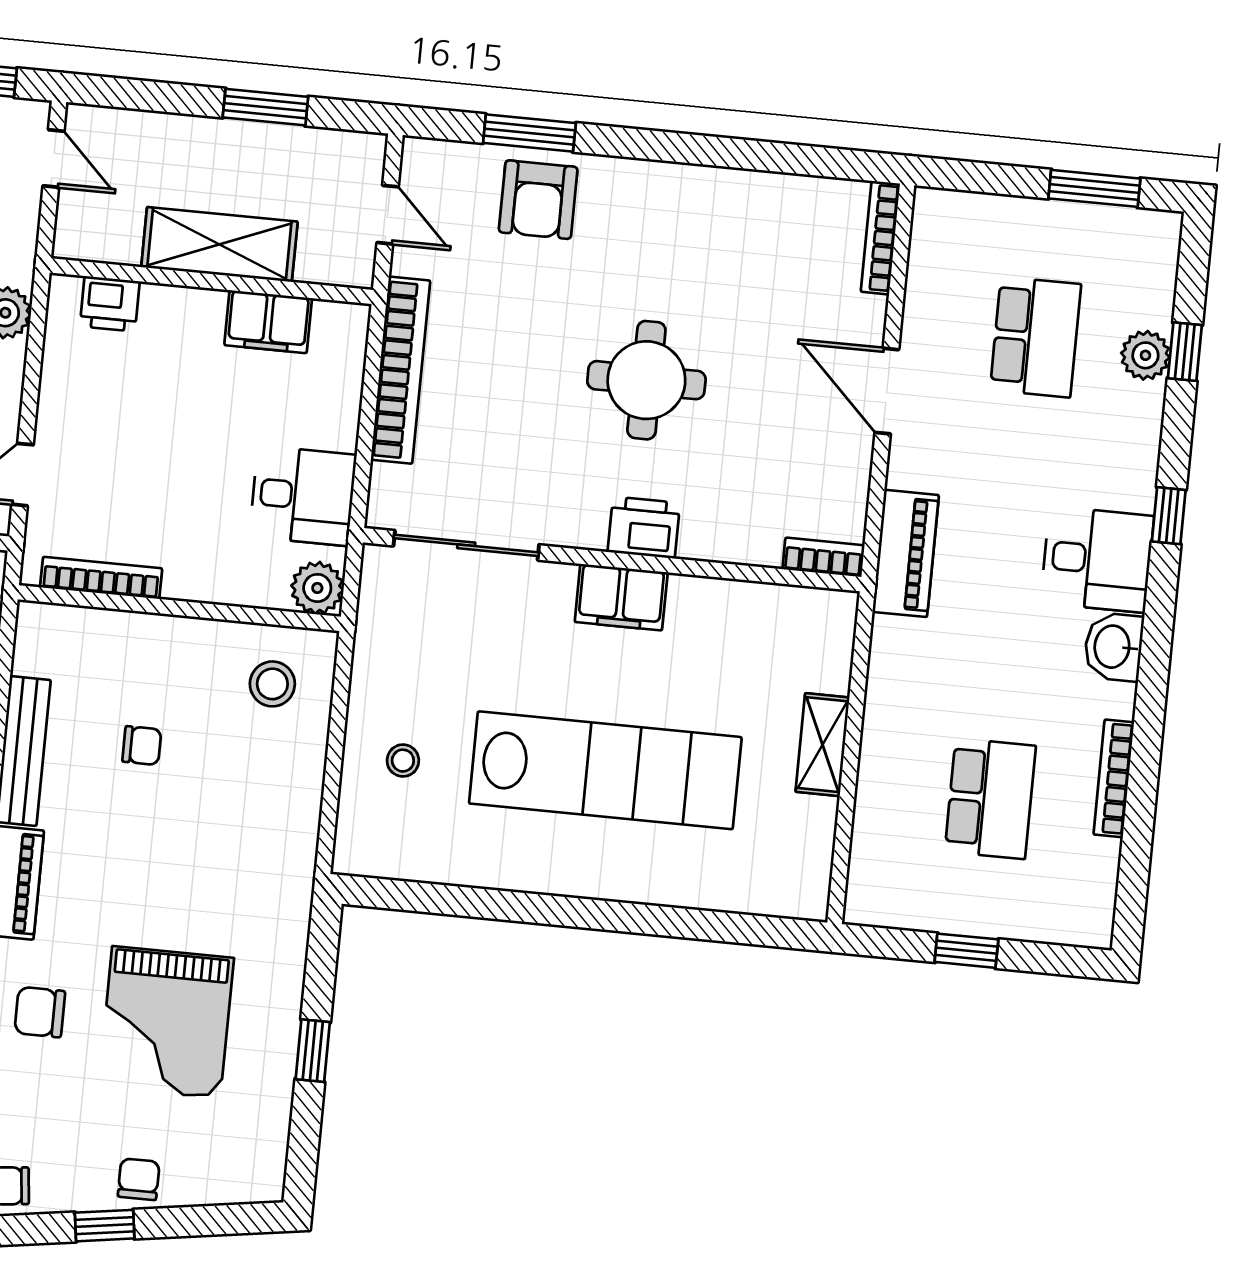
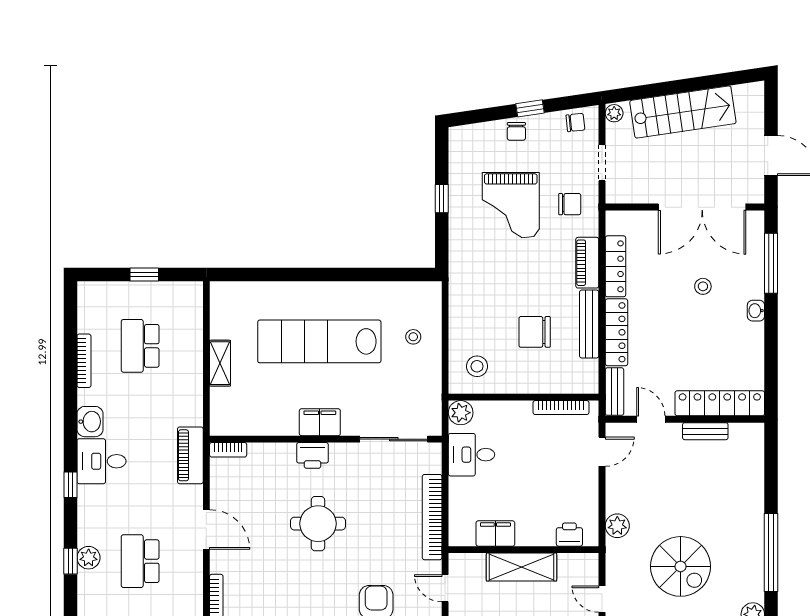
chair: (142, 746) -> (535, 332), width x1.87, depth x1.87
grand piano: (166, 1022) -> (511, 205), turned 180

